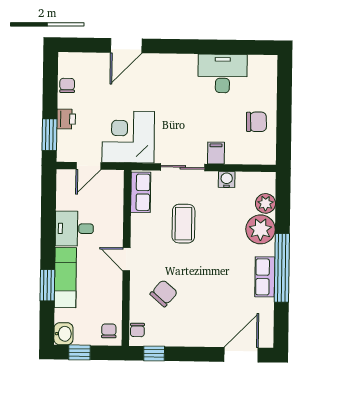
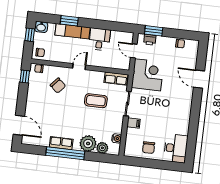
desk: (223, 74) -> (176, 148), moved
printer: (66, 119) -> (150, 40), moved
water cooler: (227, 180) -> (117, 138), moved

